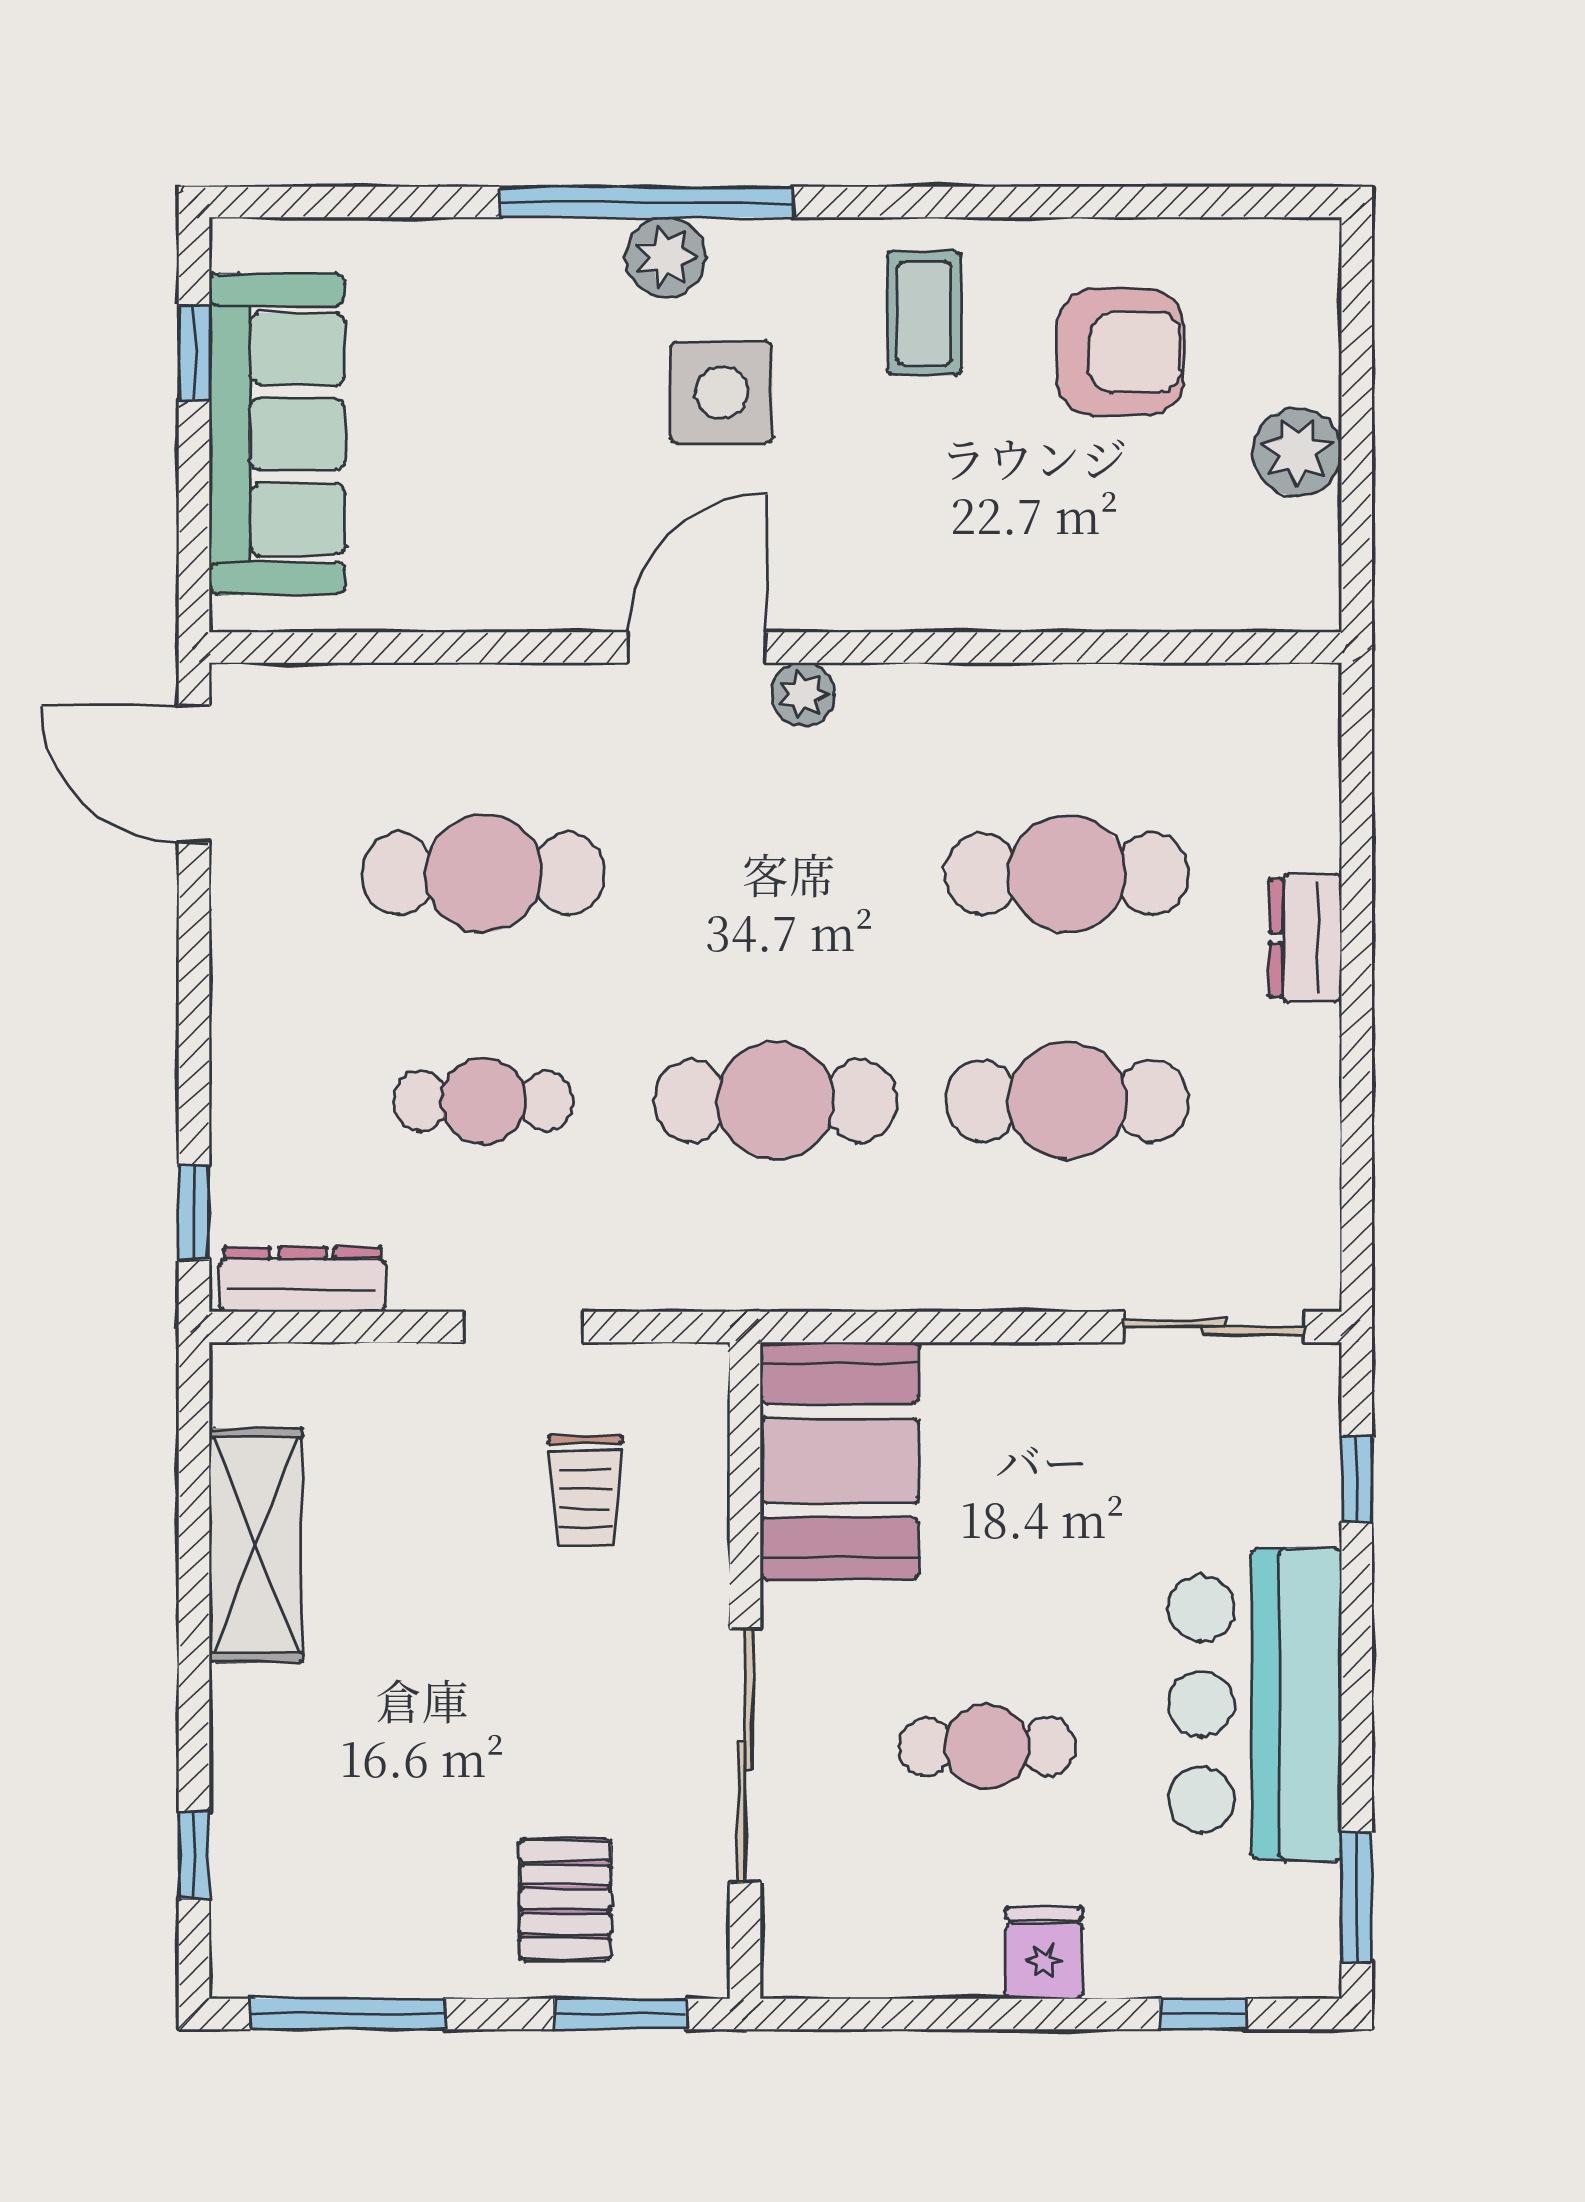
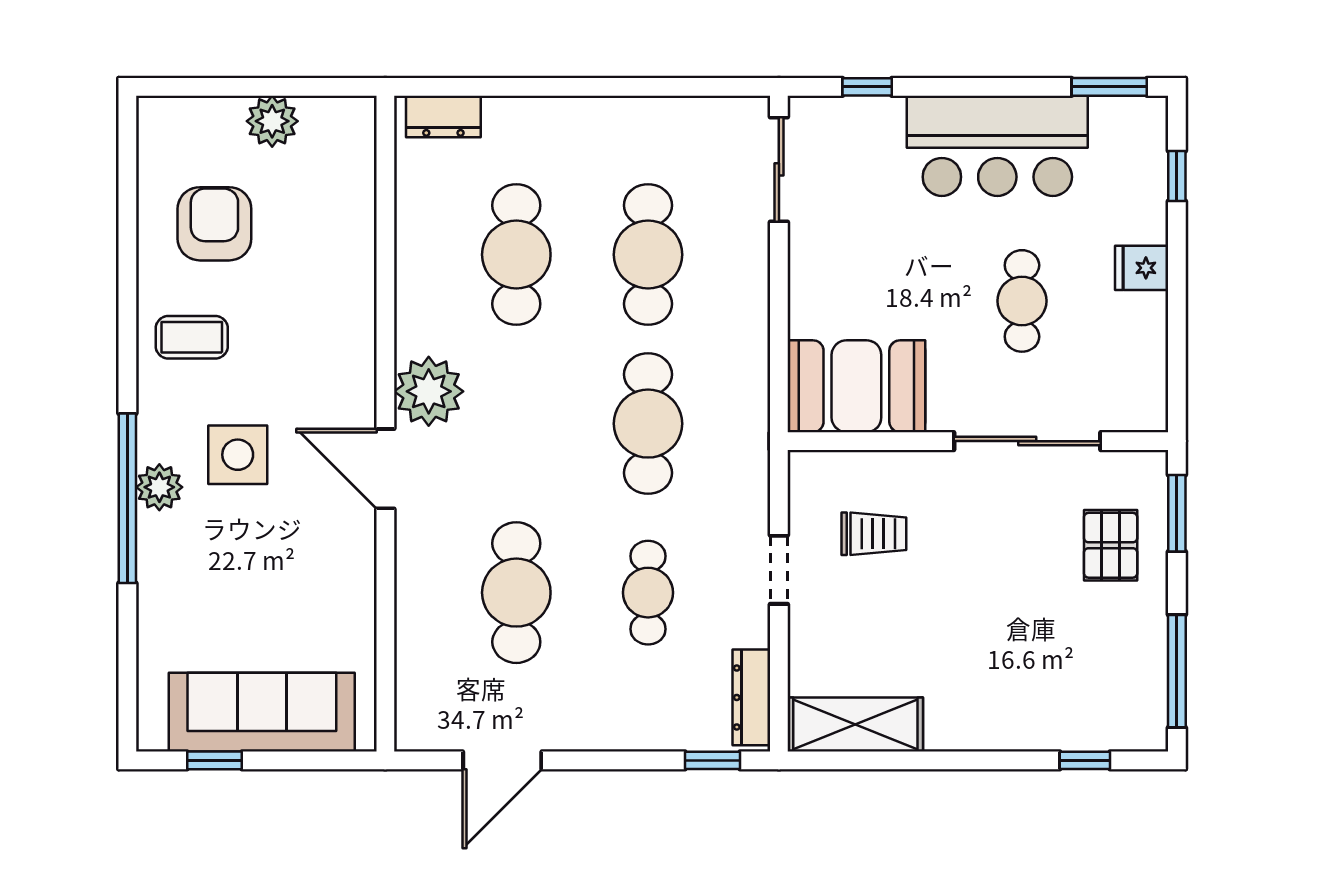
plant: (803, 694) -> (429, 391), width x1.88, depth x1.88
door: (194, 774) -> (502, 760), moved
dresser: (1305, 938) -> (443, 117), moved
shelving: (256, 1545) -> (855, 725), moved
pallet: (565, 1900) -> (1111, 545), turned 90

